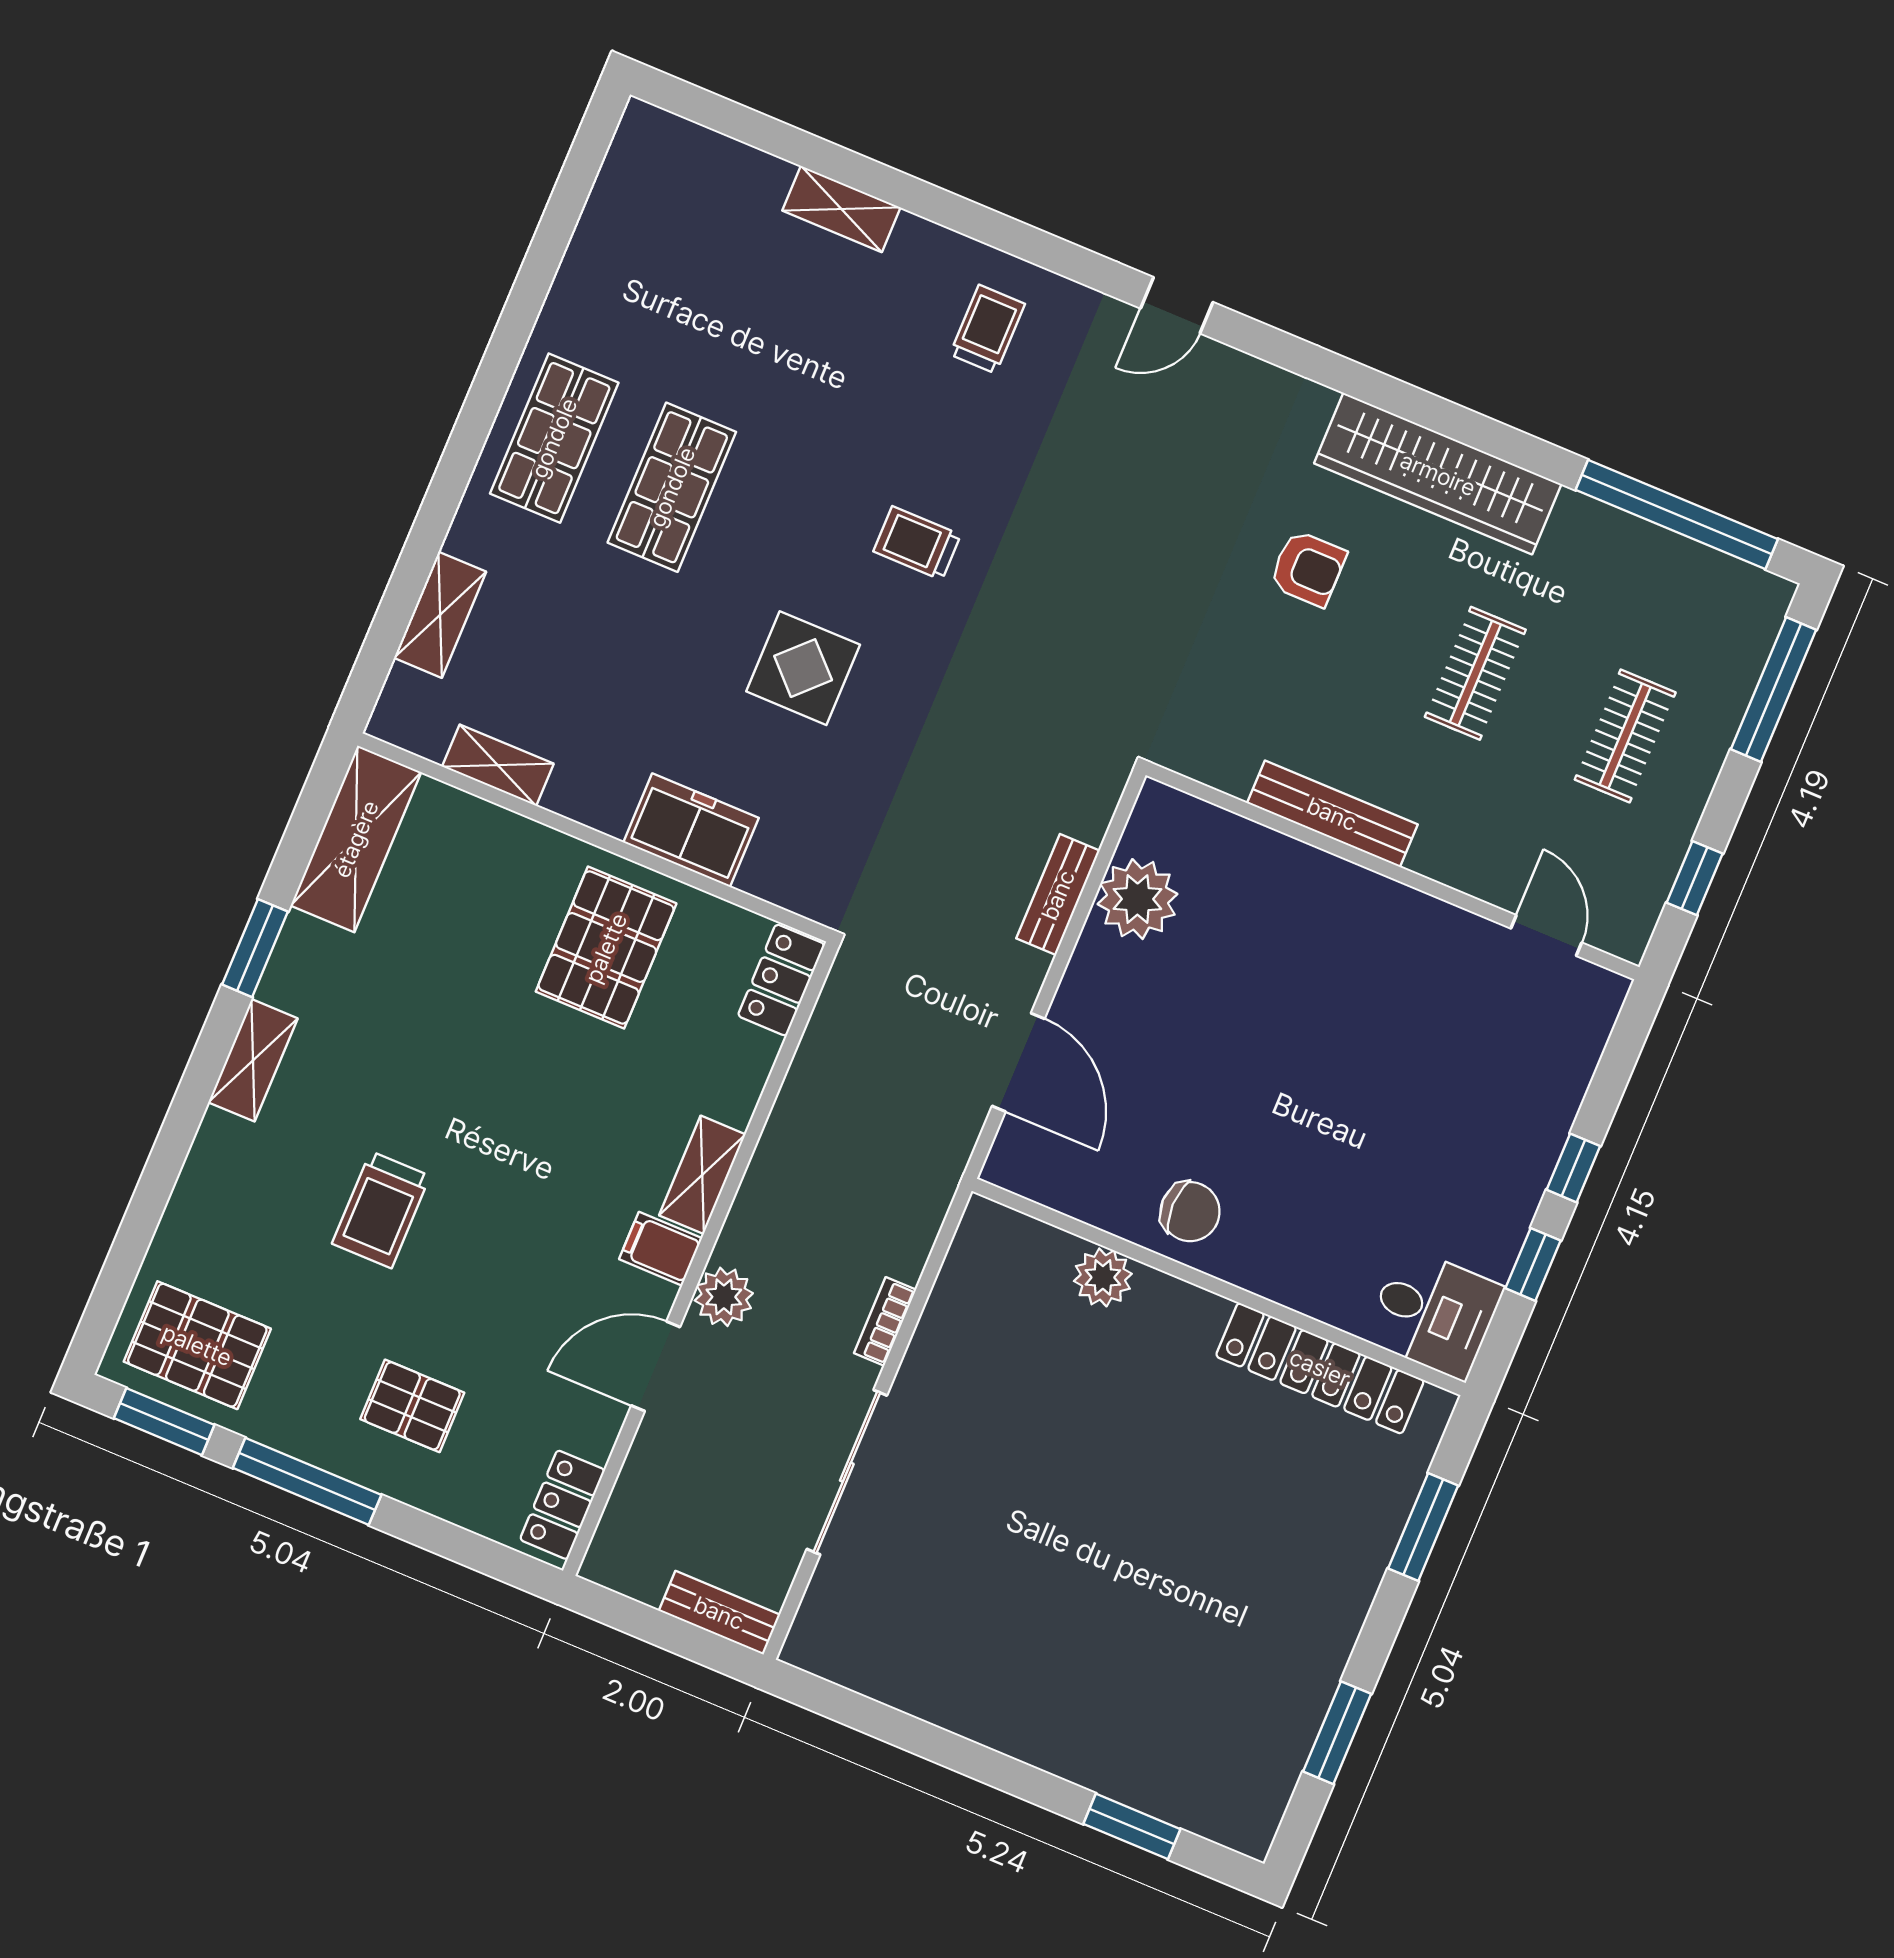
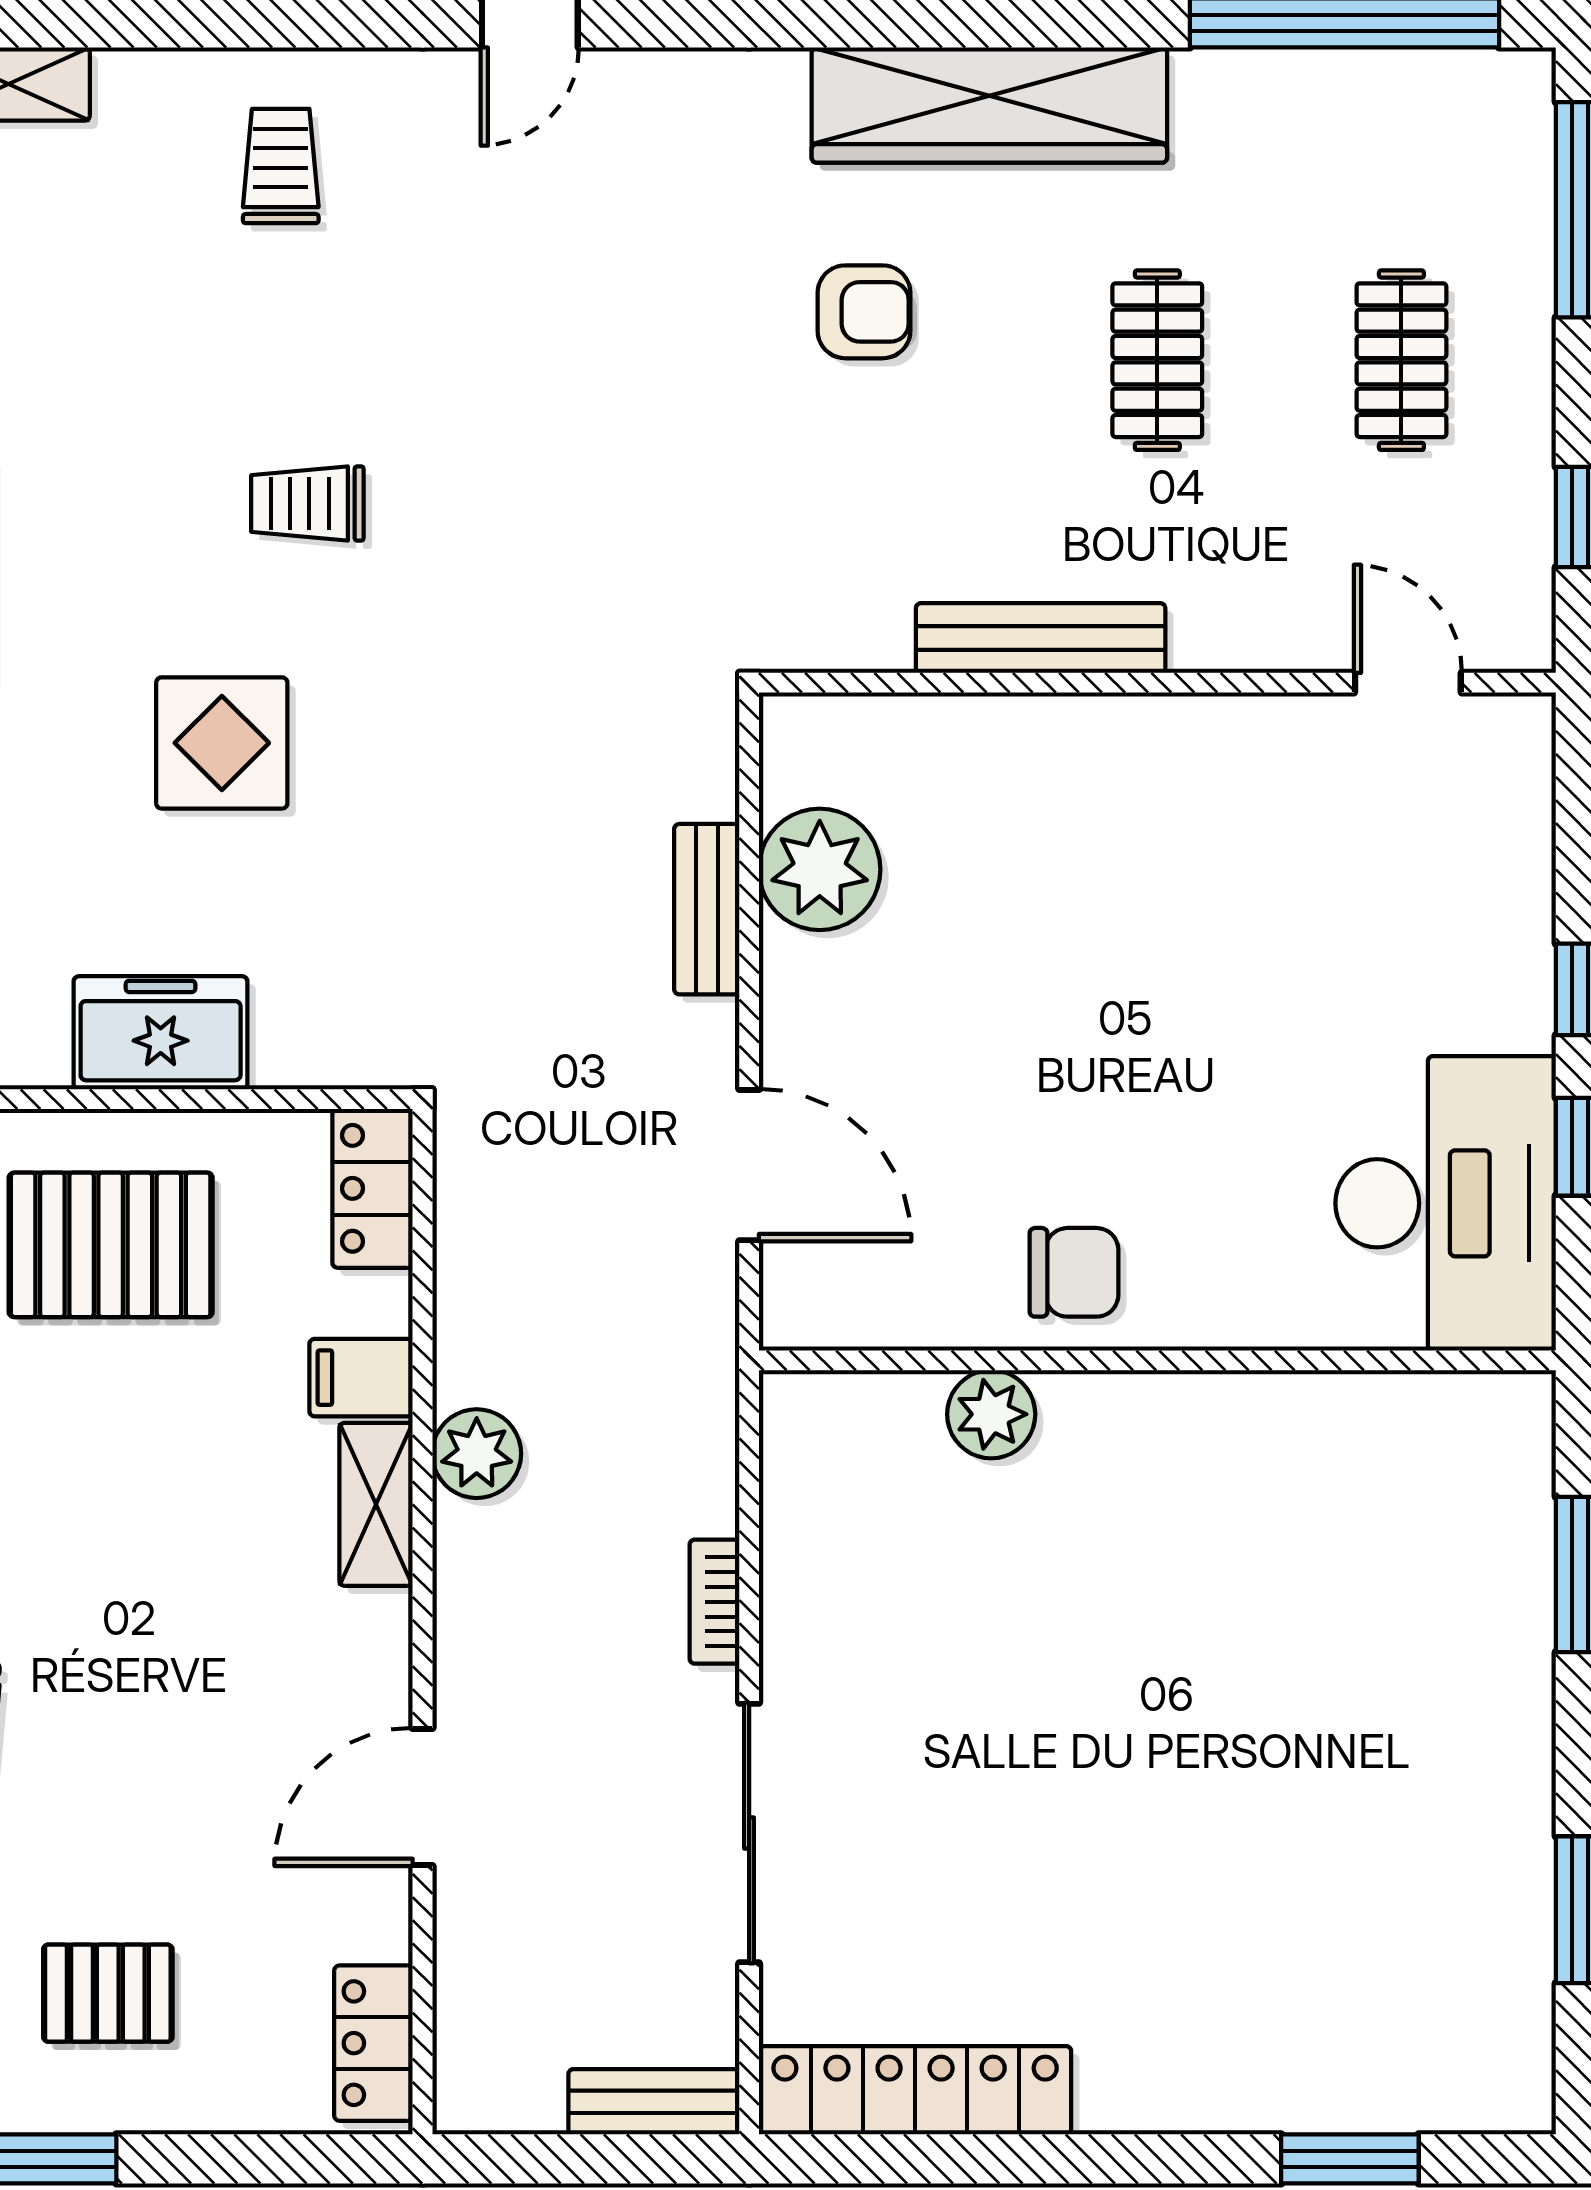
pallet: (606, 948) -> (111, 1245), turned 90
filing cabinet: (661, 1249) -> (361, 1378), moved
plant: (724, 1297) -> (477, 1454), moved
desk: (1434, 1313) -> (1446, 1203), width x1.87, depth x1.30
locker: (1320, 1368) -> (915, 2090), moved, turned 180

